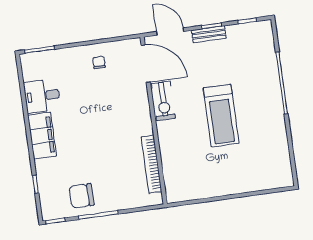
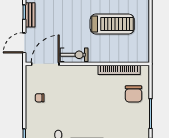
treadmill: (221, 116) -> (112, 24), moved
chair: (82, 196) -> (134, 94), moved

